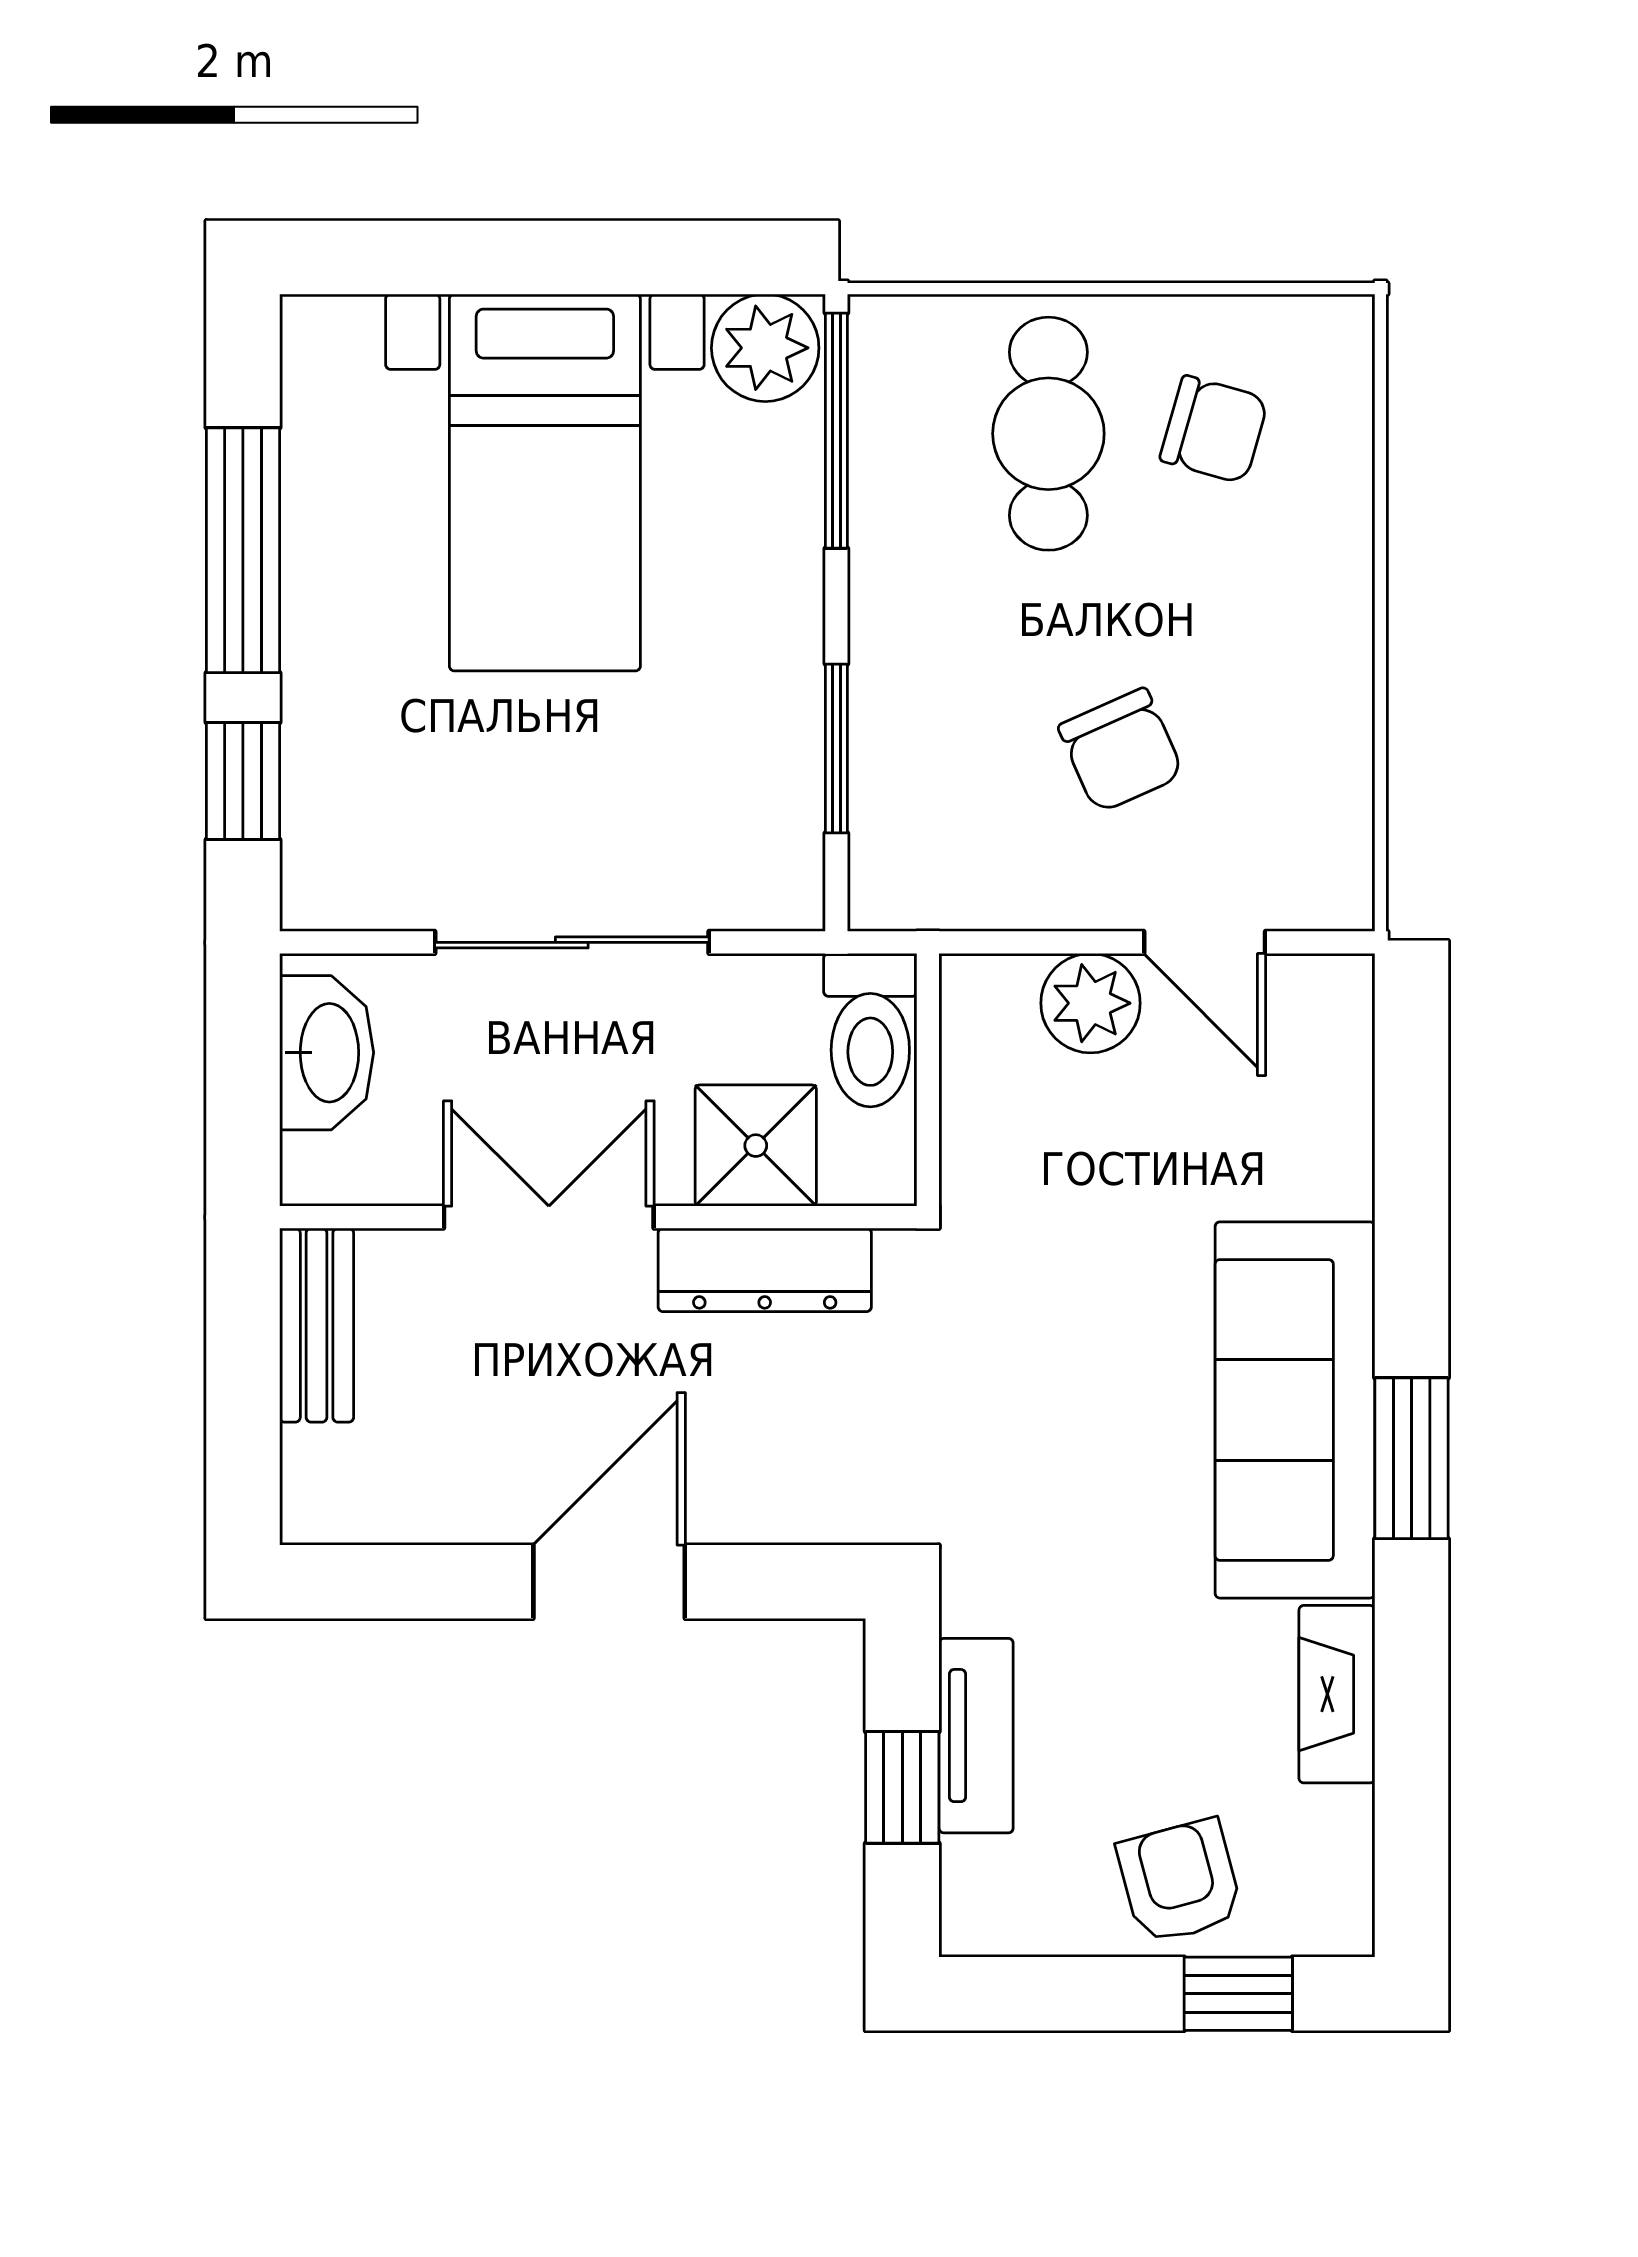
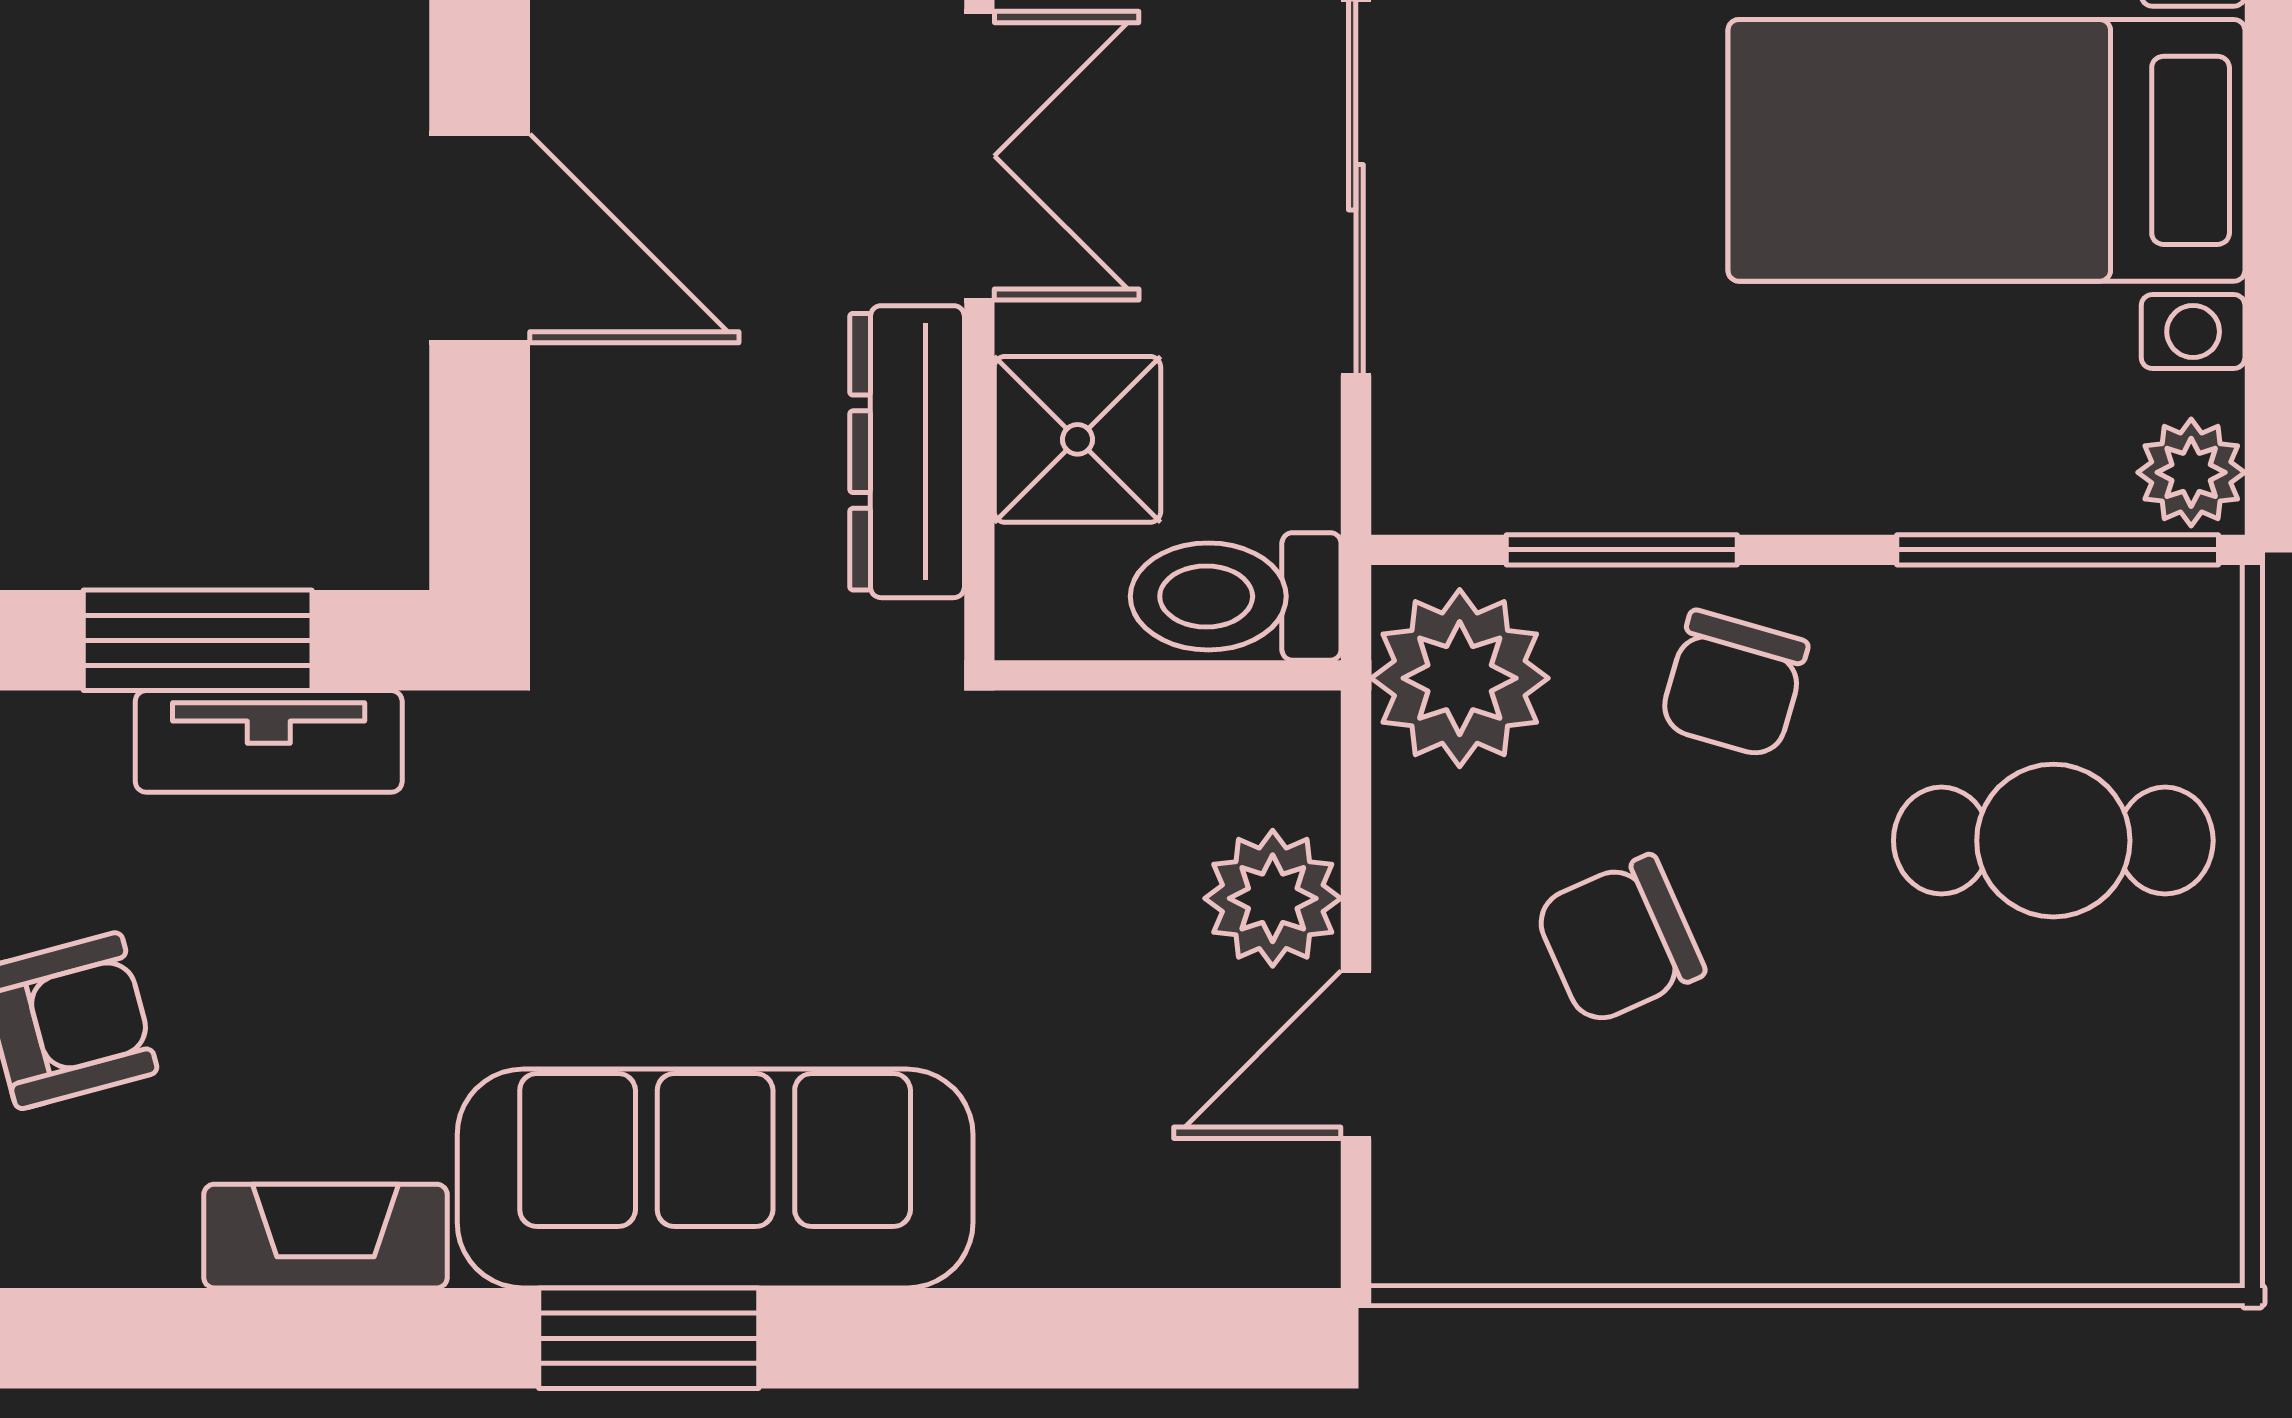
plant: (765, 348) -> (2191, 472), width x0.73, depth x0.73
chair: (1214, 430) -> (1734, 684), moved
plant: (930, 867) -> (1460, 678), added
window: (902, 1787) -> (198, 640), width x1.50

